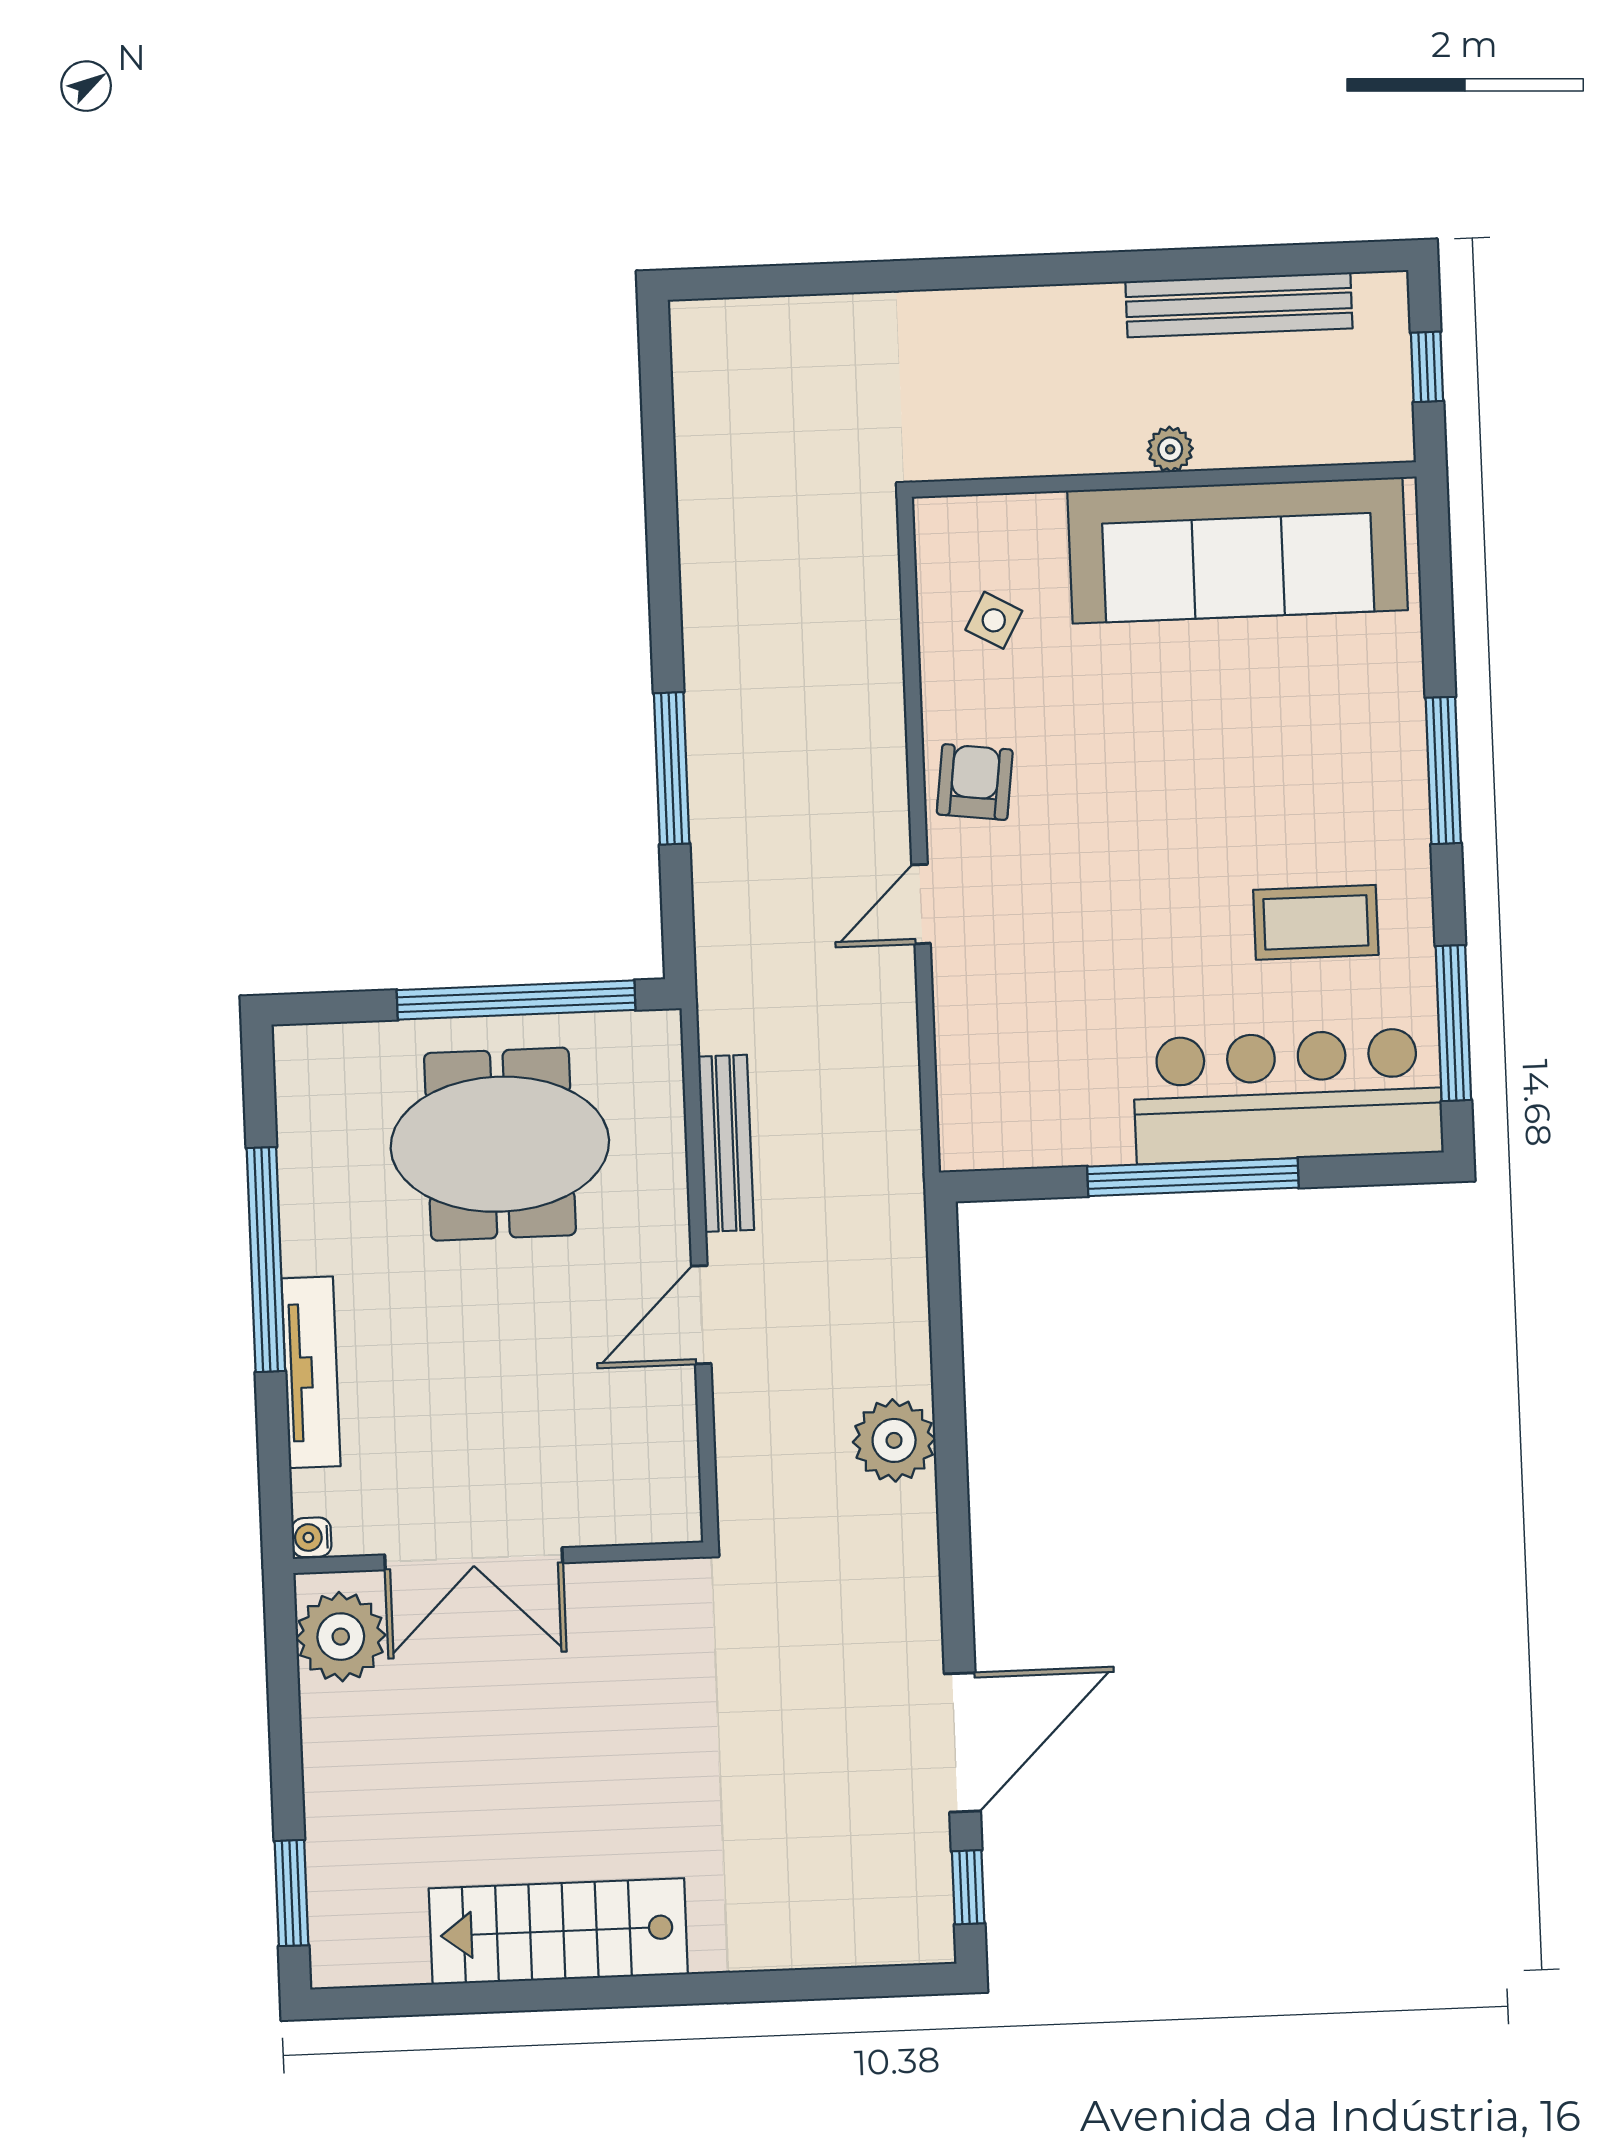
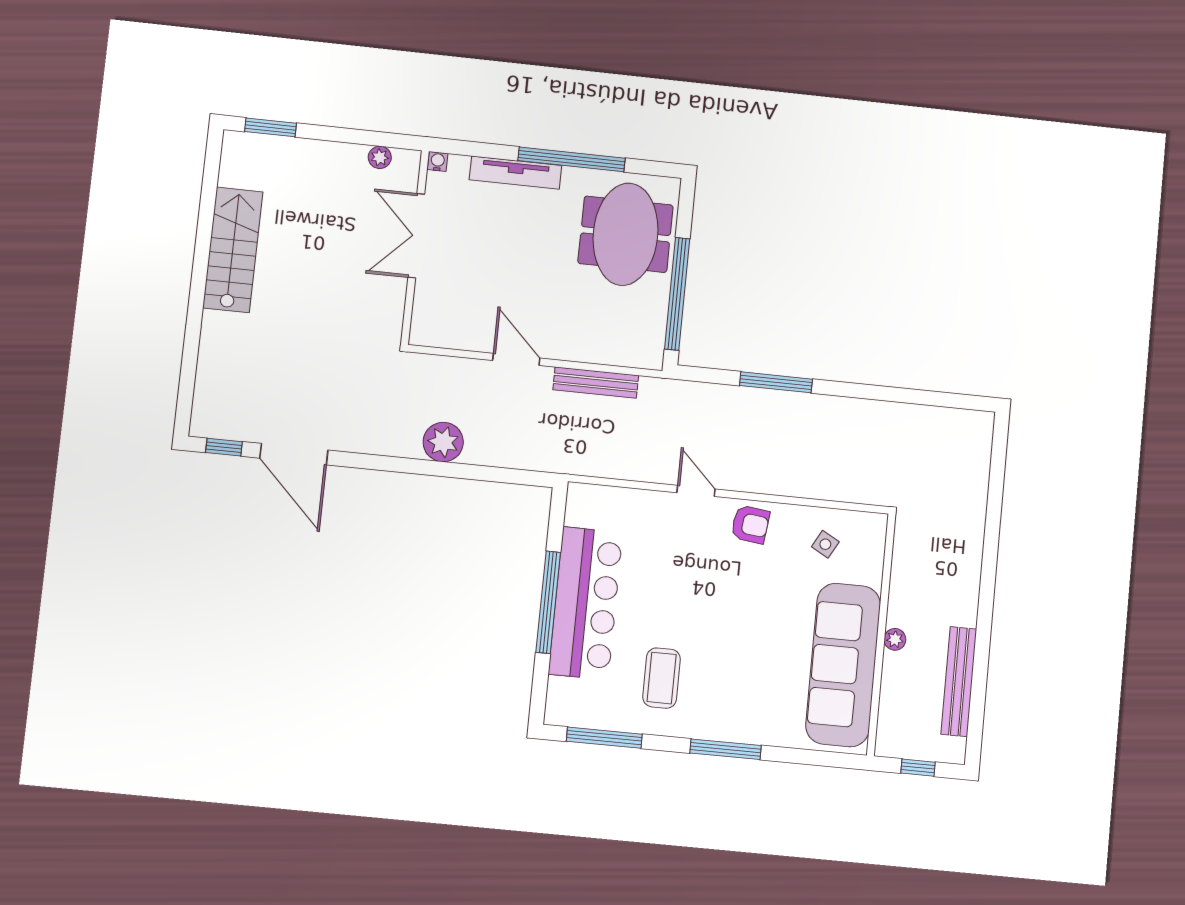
bar counter: (1288, 1096) -> (586, 603), moved
meeting table: (500, 1144) -> (626, 234), moved
plant: (341, 1637) -> (380, 157), width x0.53, depth x0.53

